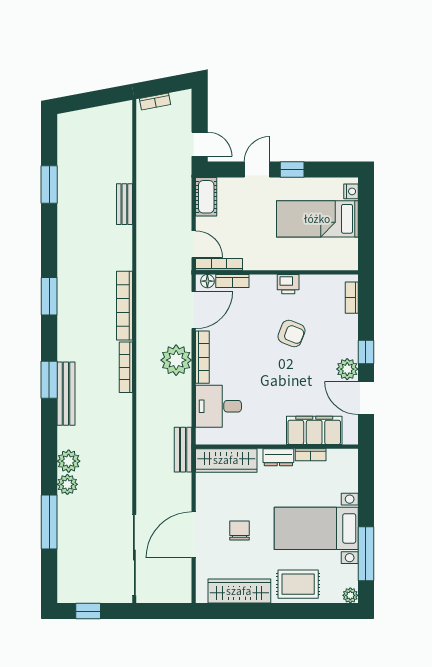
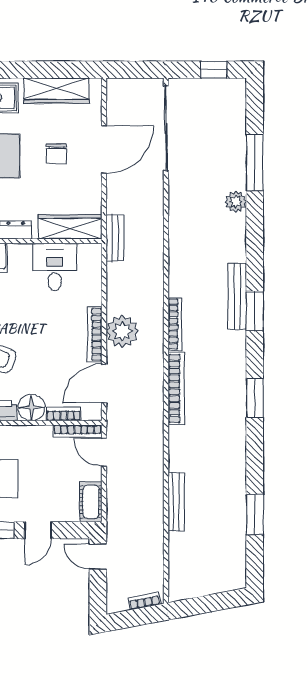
bench: (124, 204) -> (176, 502), width x1.36
floor lamp: (207, 281) -> (32, 407), moved, width x1.89, depth x1.89
desk: (218, 406) -> (55, 267), moved, turned -90
plant: (69, 461) -> (234, 226), removed

